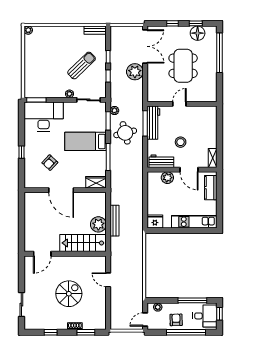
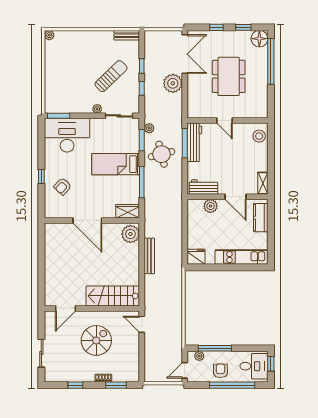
floor lamp: (198, 33) -> (259, 39), moved
door: (179, 104) -> (224, 121), swing flipped
stool: (181, 142) -> (259, 136), moved
armchair: (50, 163) -> (63, 186), moved
plant: (98, 224) -> (130, 234), moved
stairs: (83, 243) -> (113, 296), moved
door: (42, 254) -> (66, 308), moved
wall: (65, 254) -> (92, 308), moved
window: (192, 300) -> (215, 348), moved

